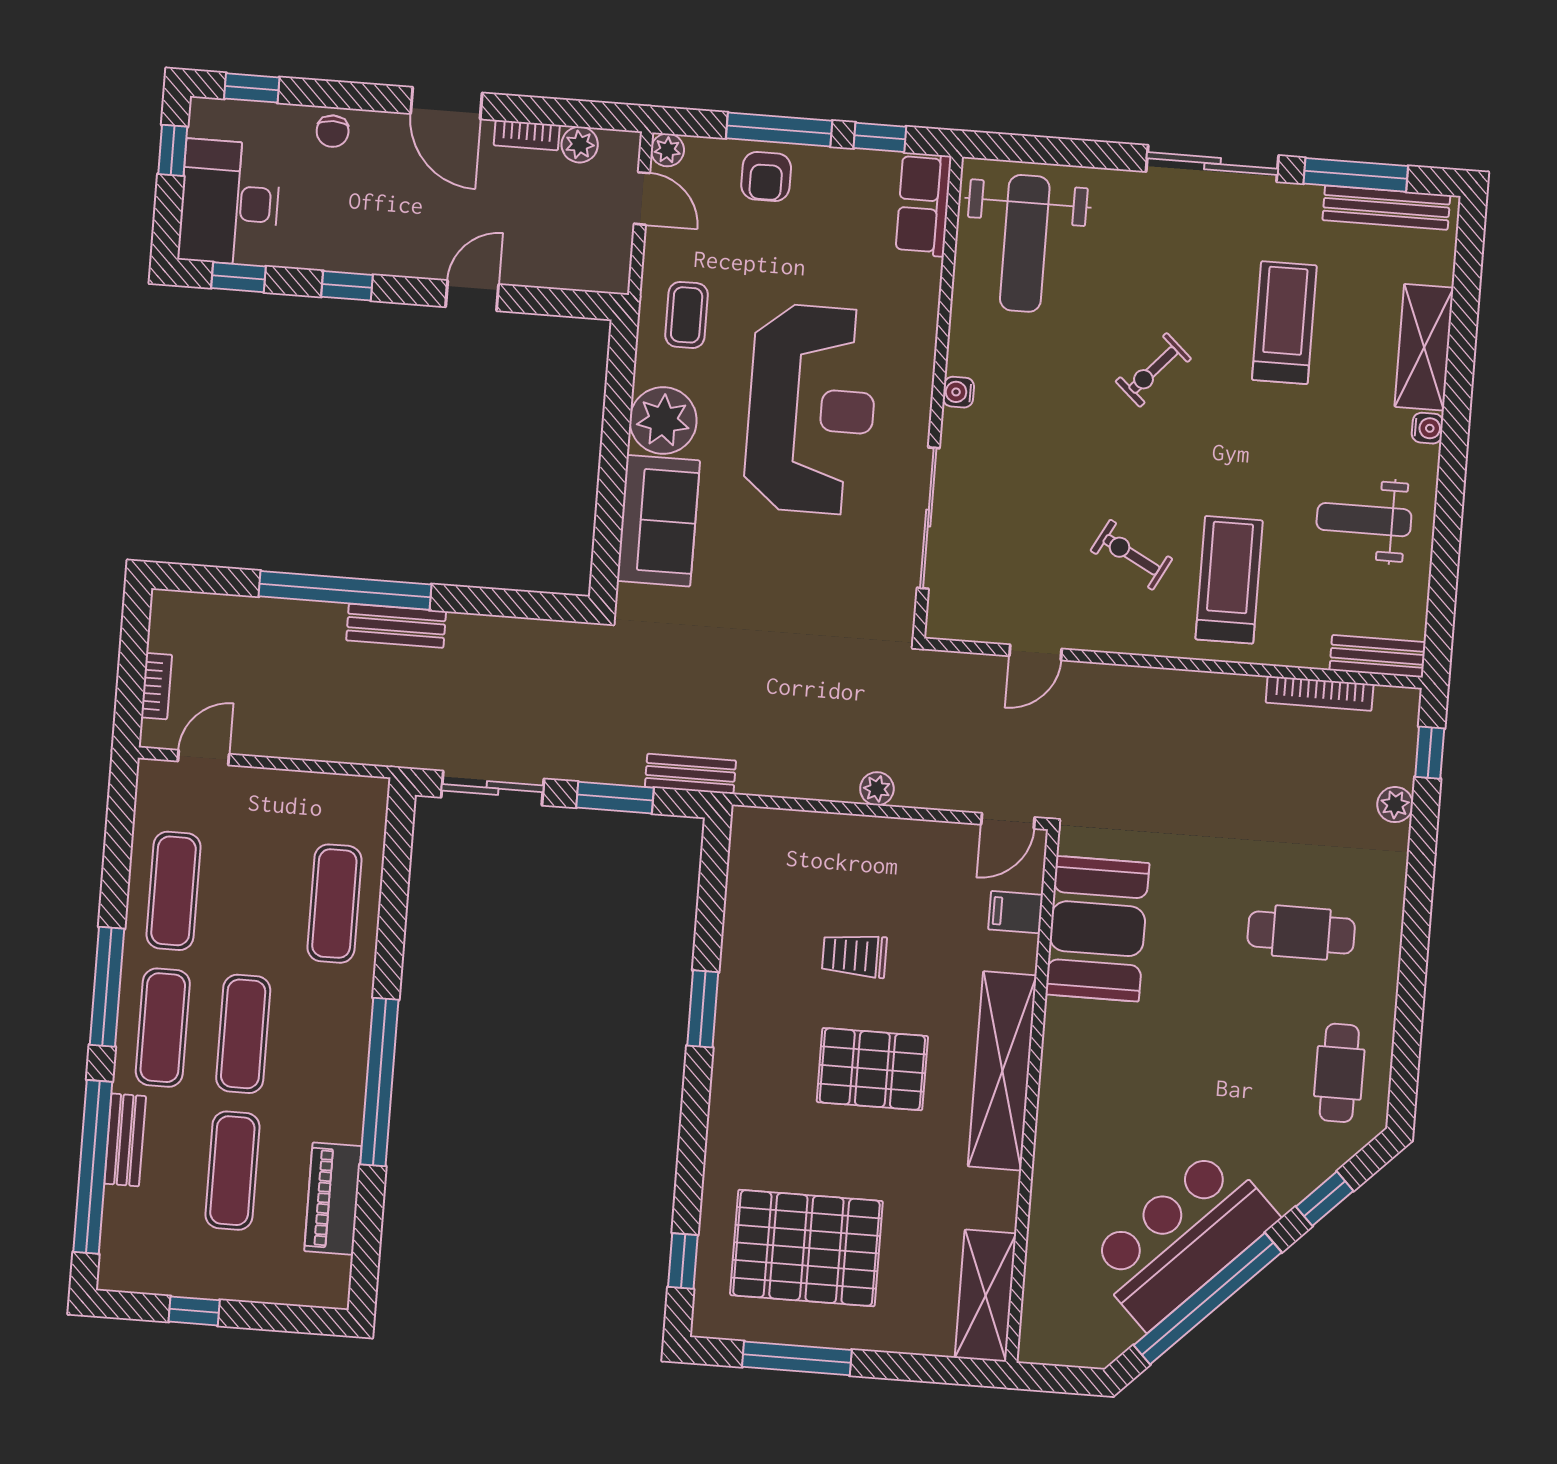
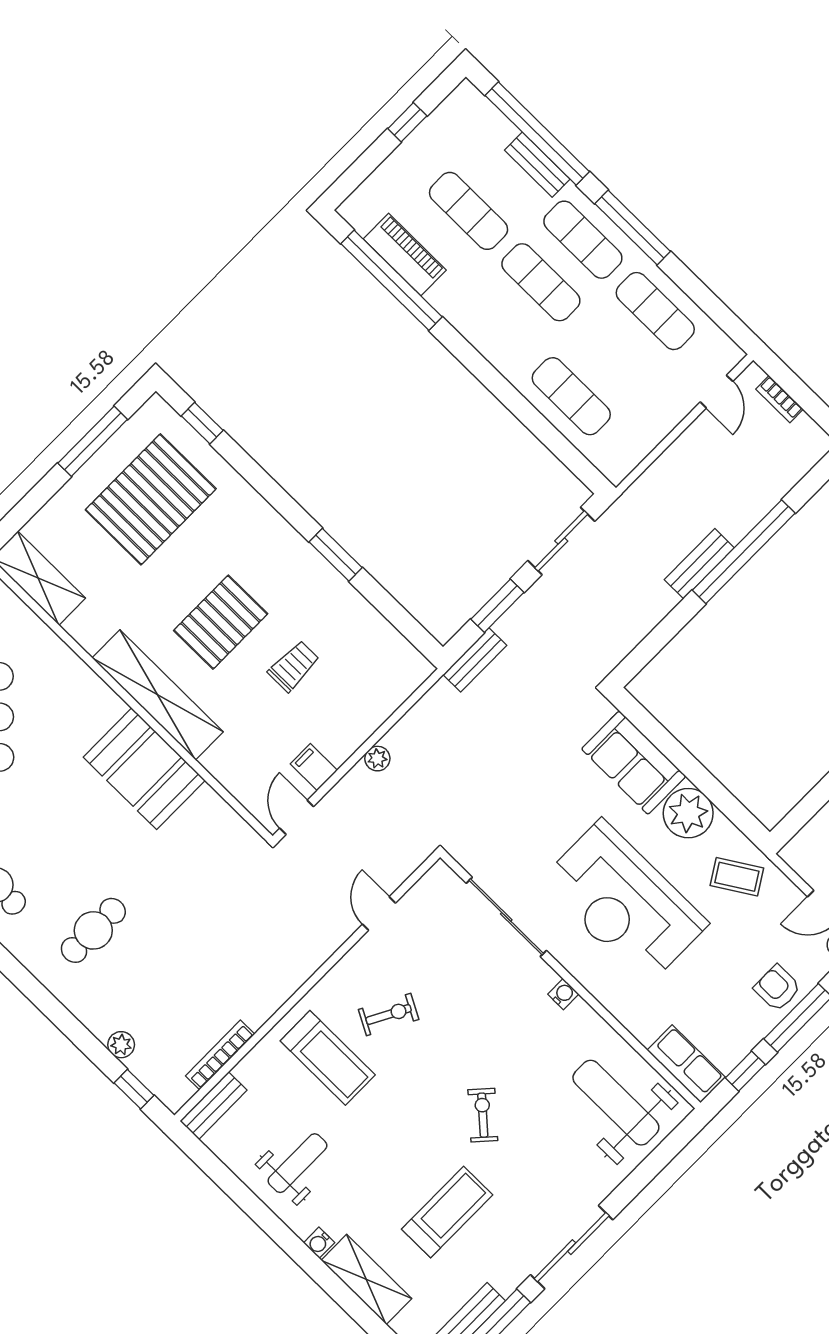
coffee table: (687, 315) -> (737, 877), turned -32
treadmill: (1284, 323) -> (447, 1212), turned -90
filing cabinet: (1016, 912) -> (314, 767), moved, turned -90
booth: (1097, 929) -> (144, 769), moved
window: (379, 1082) -> (392, 280), moved

